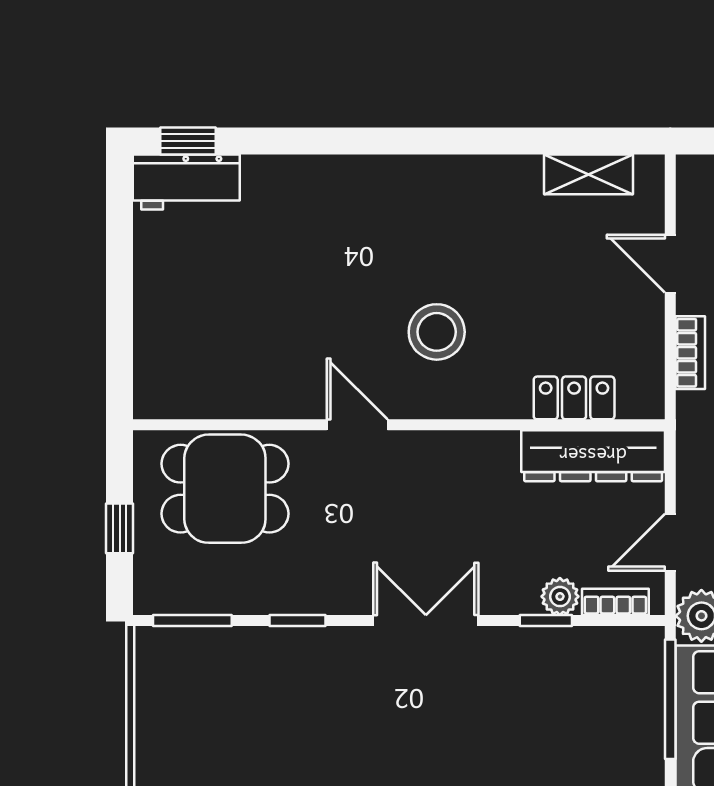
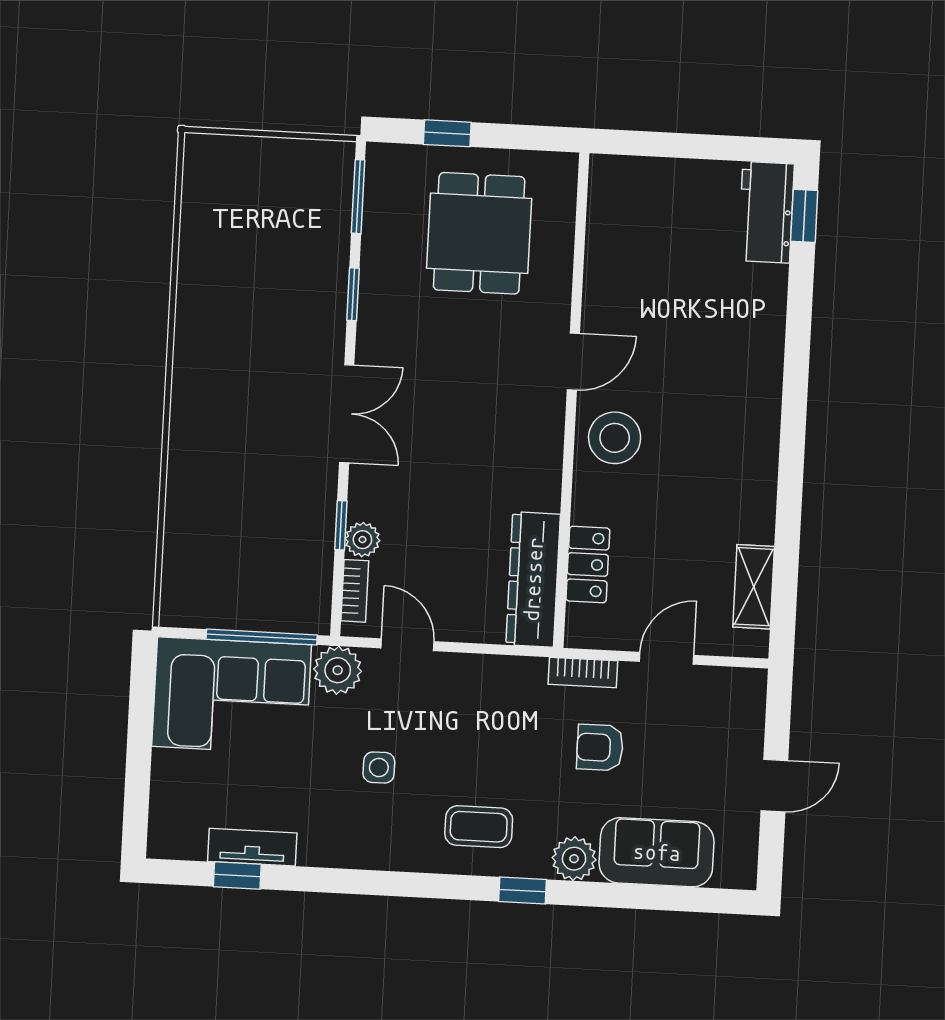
locker: (574, 398) -> (588, 565), moved
door: (357, 425) -> (573, 362), moved
wall: (399, 425) -> (571, 400), moved
dresser: (593, 456) -> (533, 579), moved

